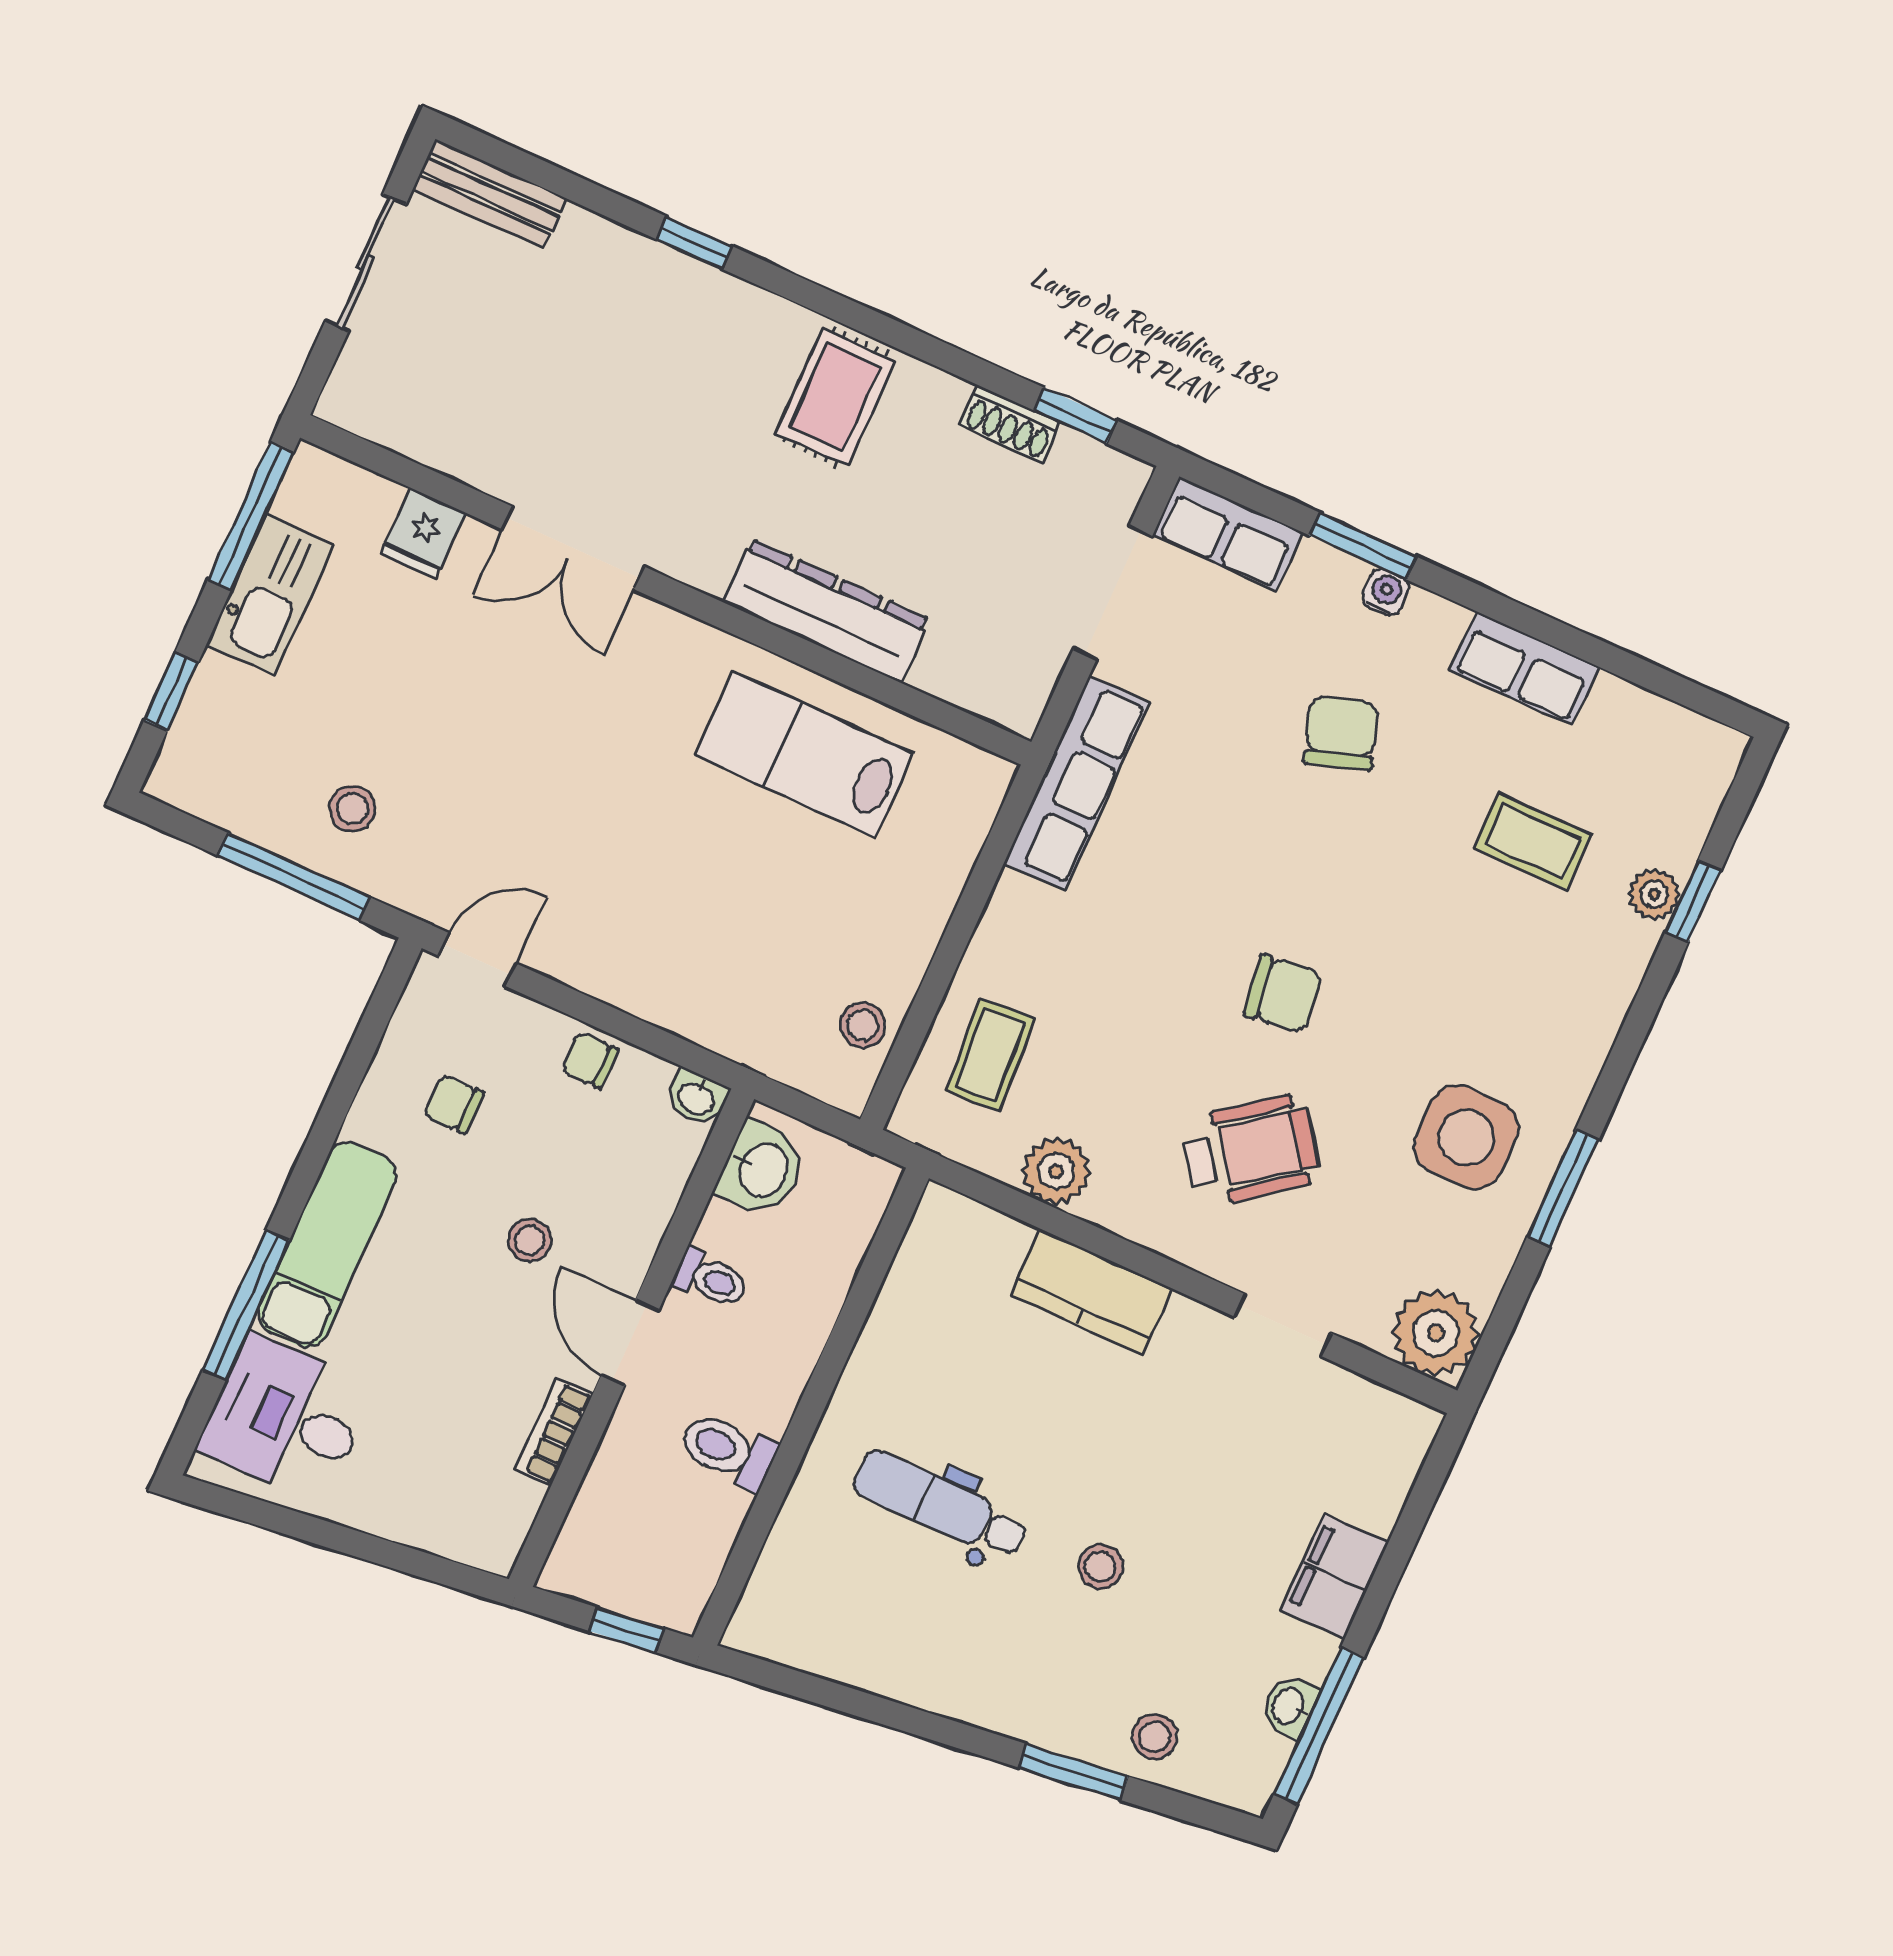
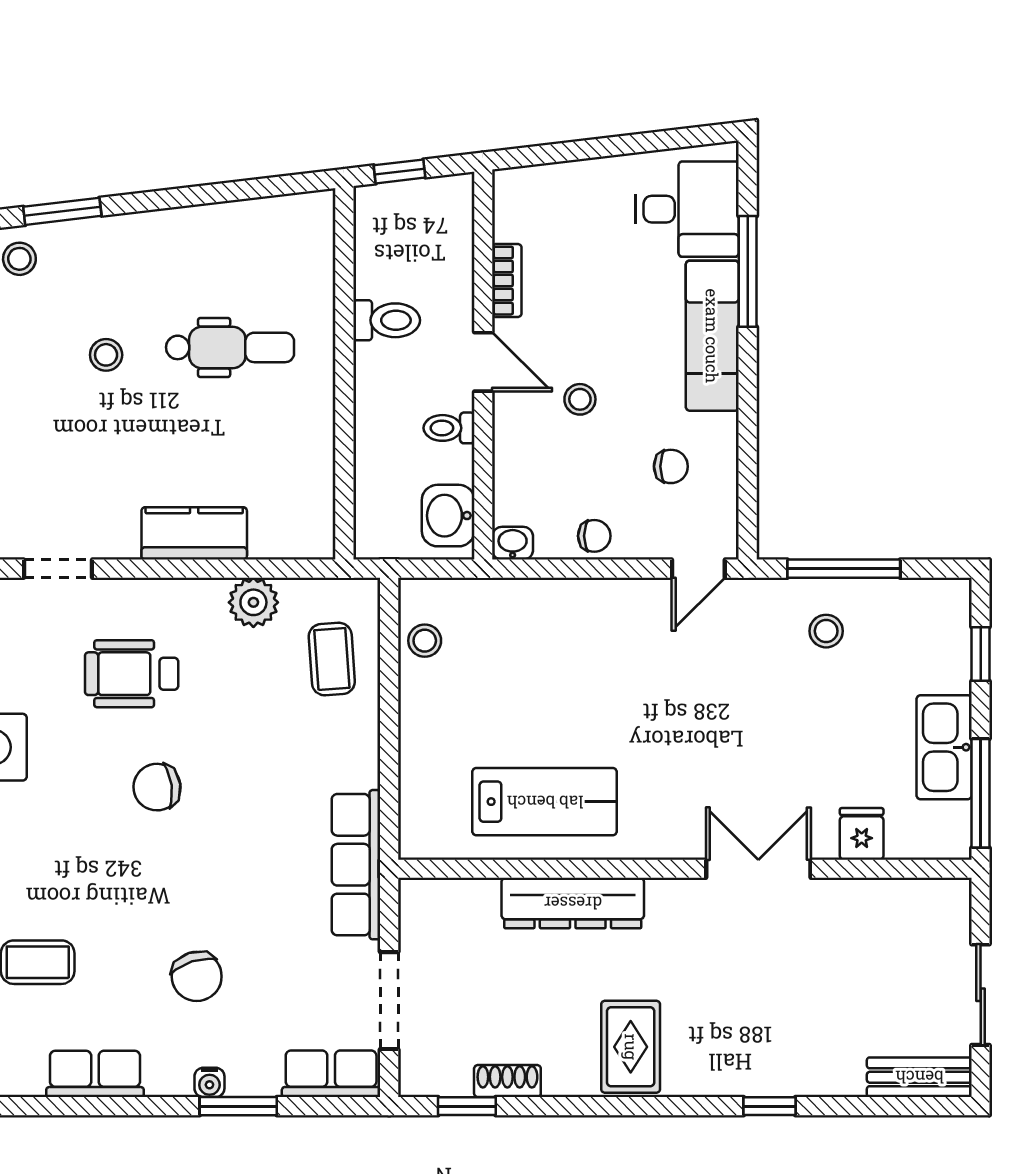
wheelchair: (1250, 1151) -> (132, 674), turned 37

